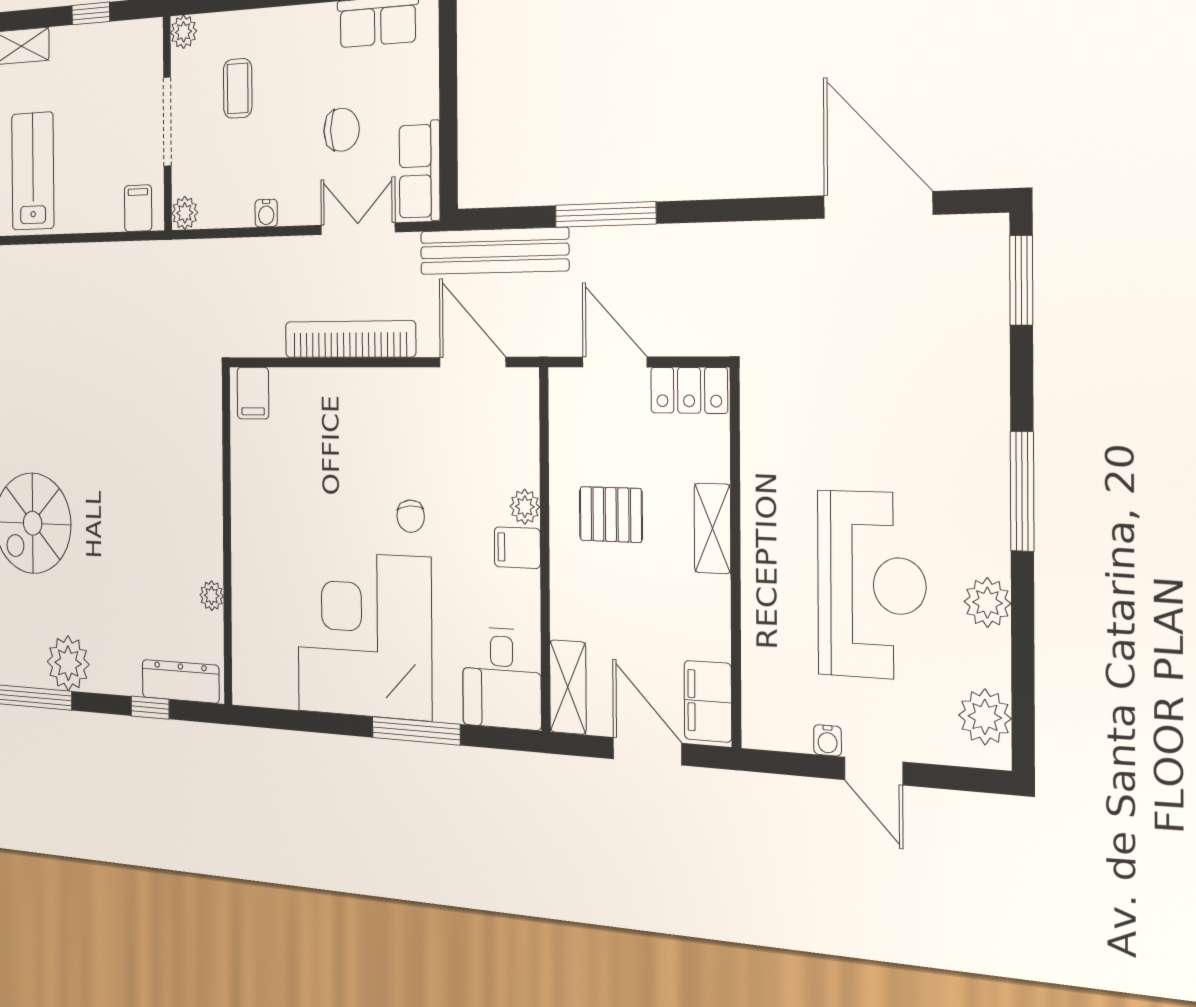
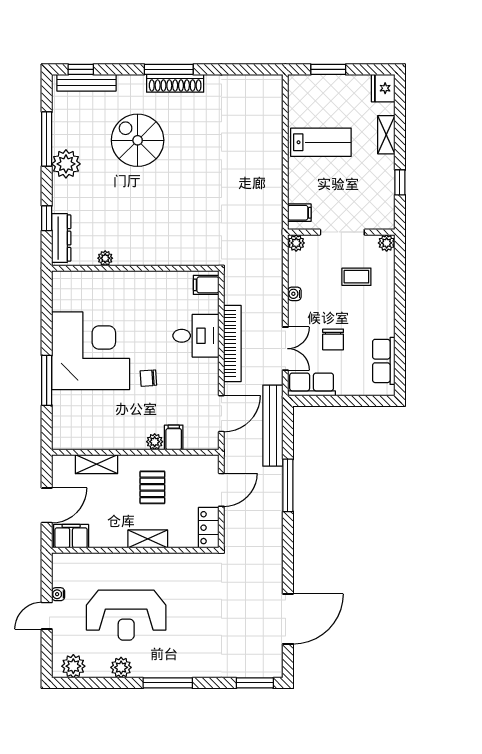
filing cabinet: (517, 548) -> (174, 437), moved
desk: (502, 678) -> (196, 336), moved, turned 180
shelving: (568, 687) -> (96, 464), moved

